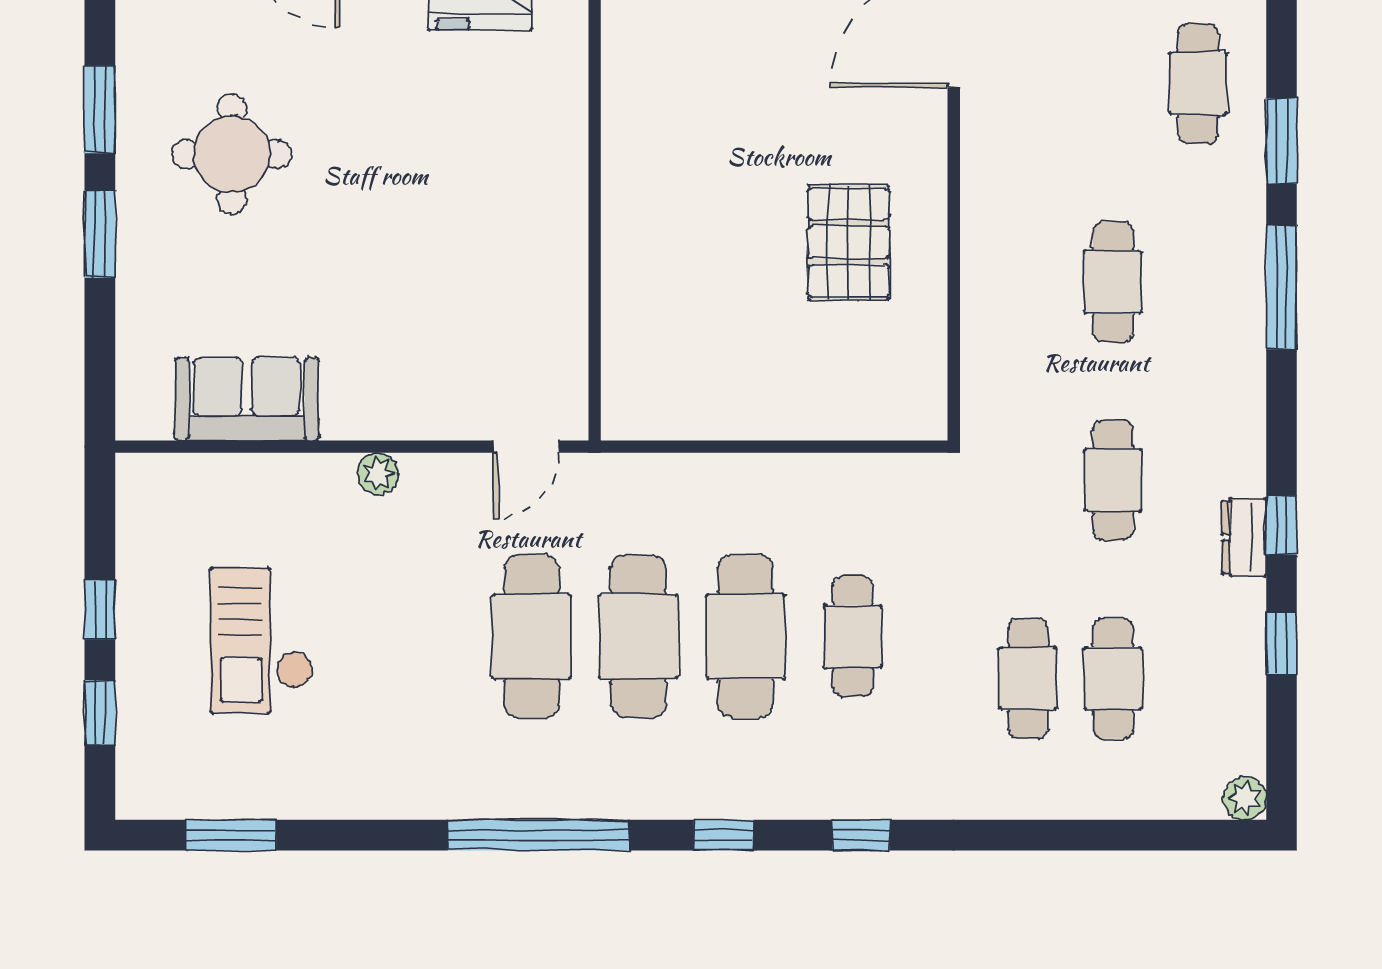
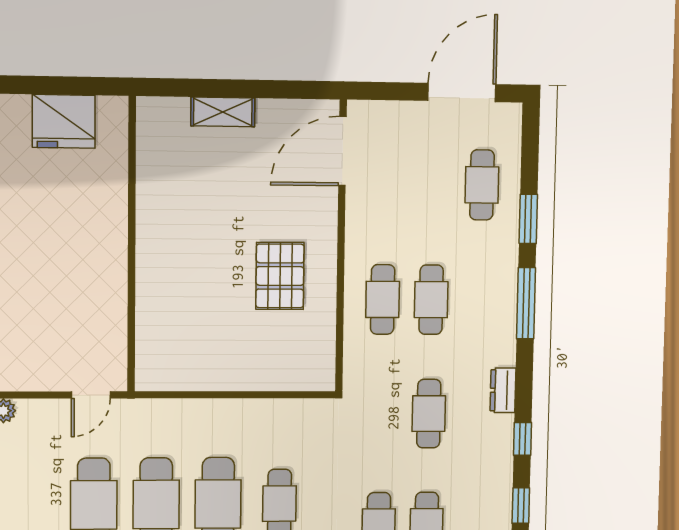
cafe table: (1028, 282) -> (383, 299), added
dresser: (1244, 537) -> (503, 390), moved

